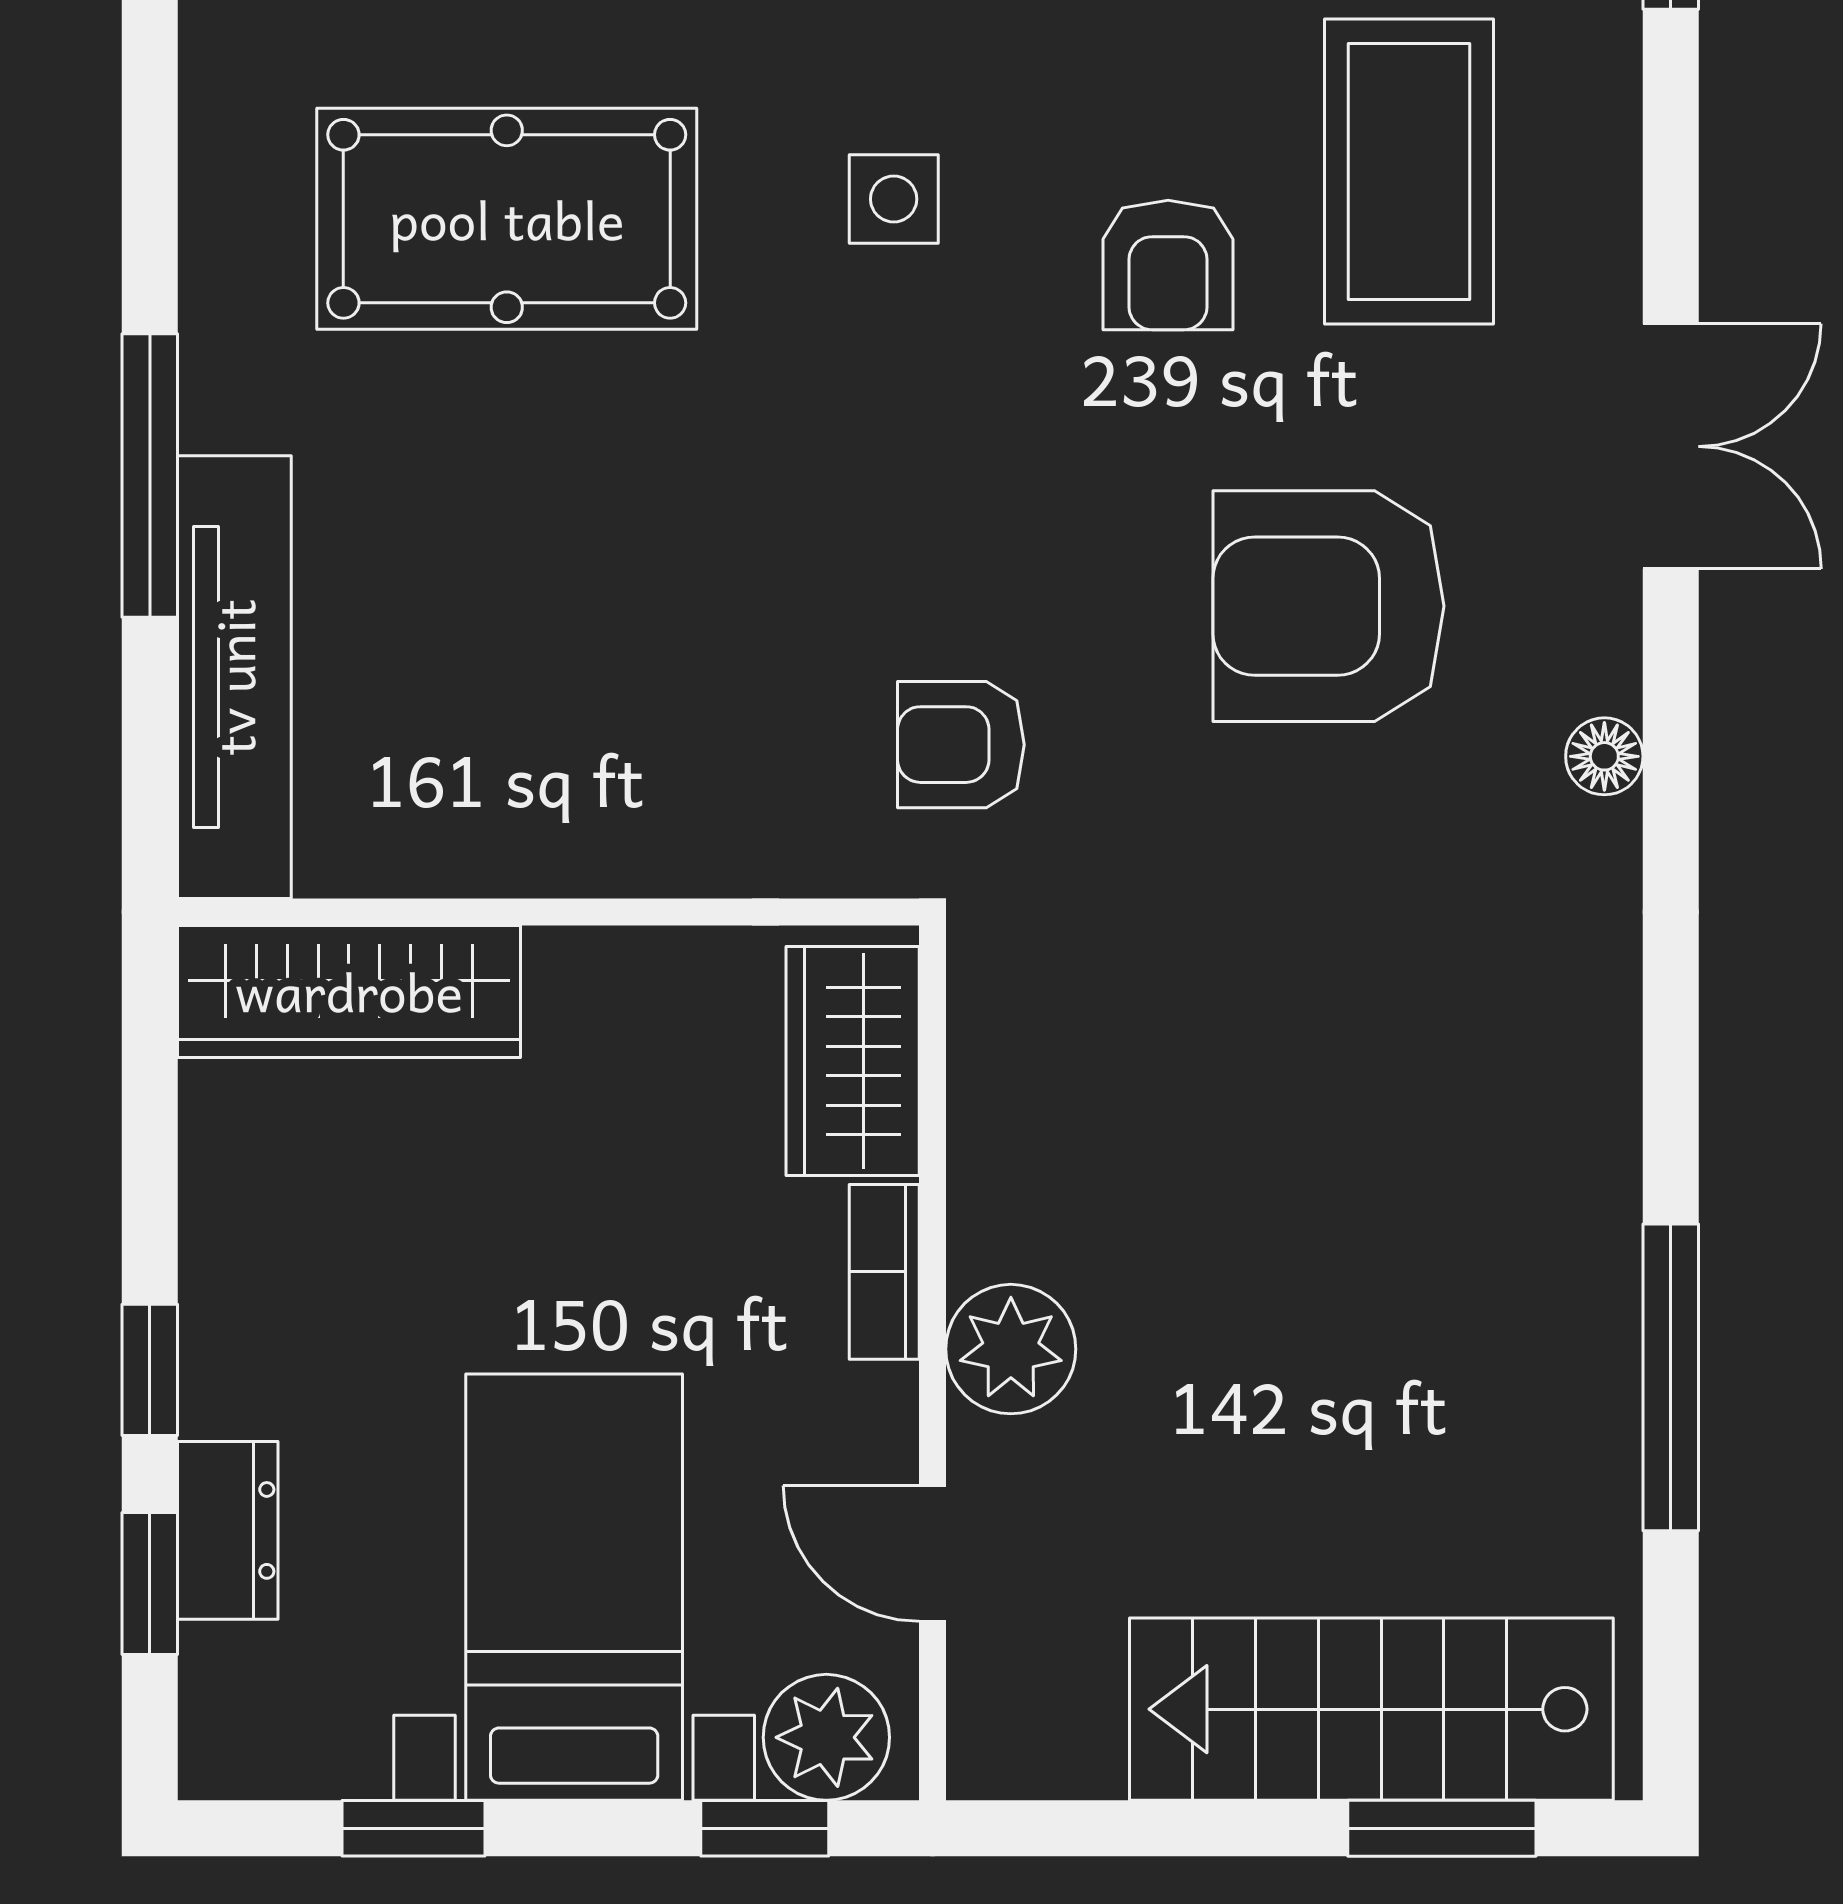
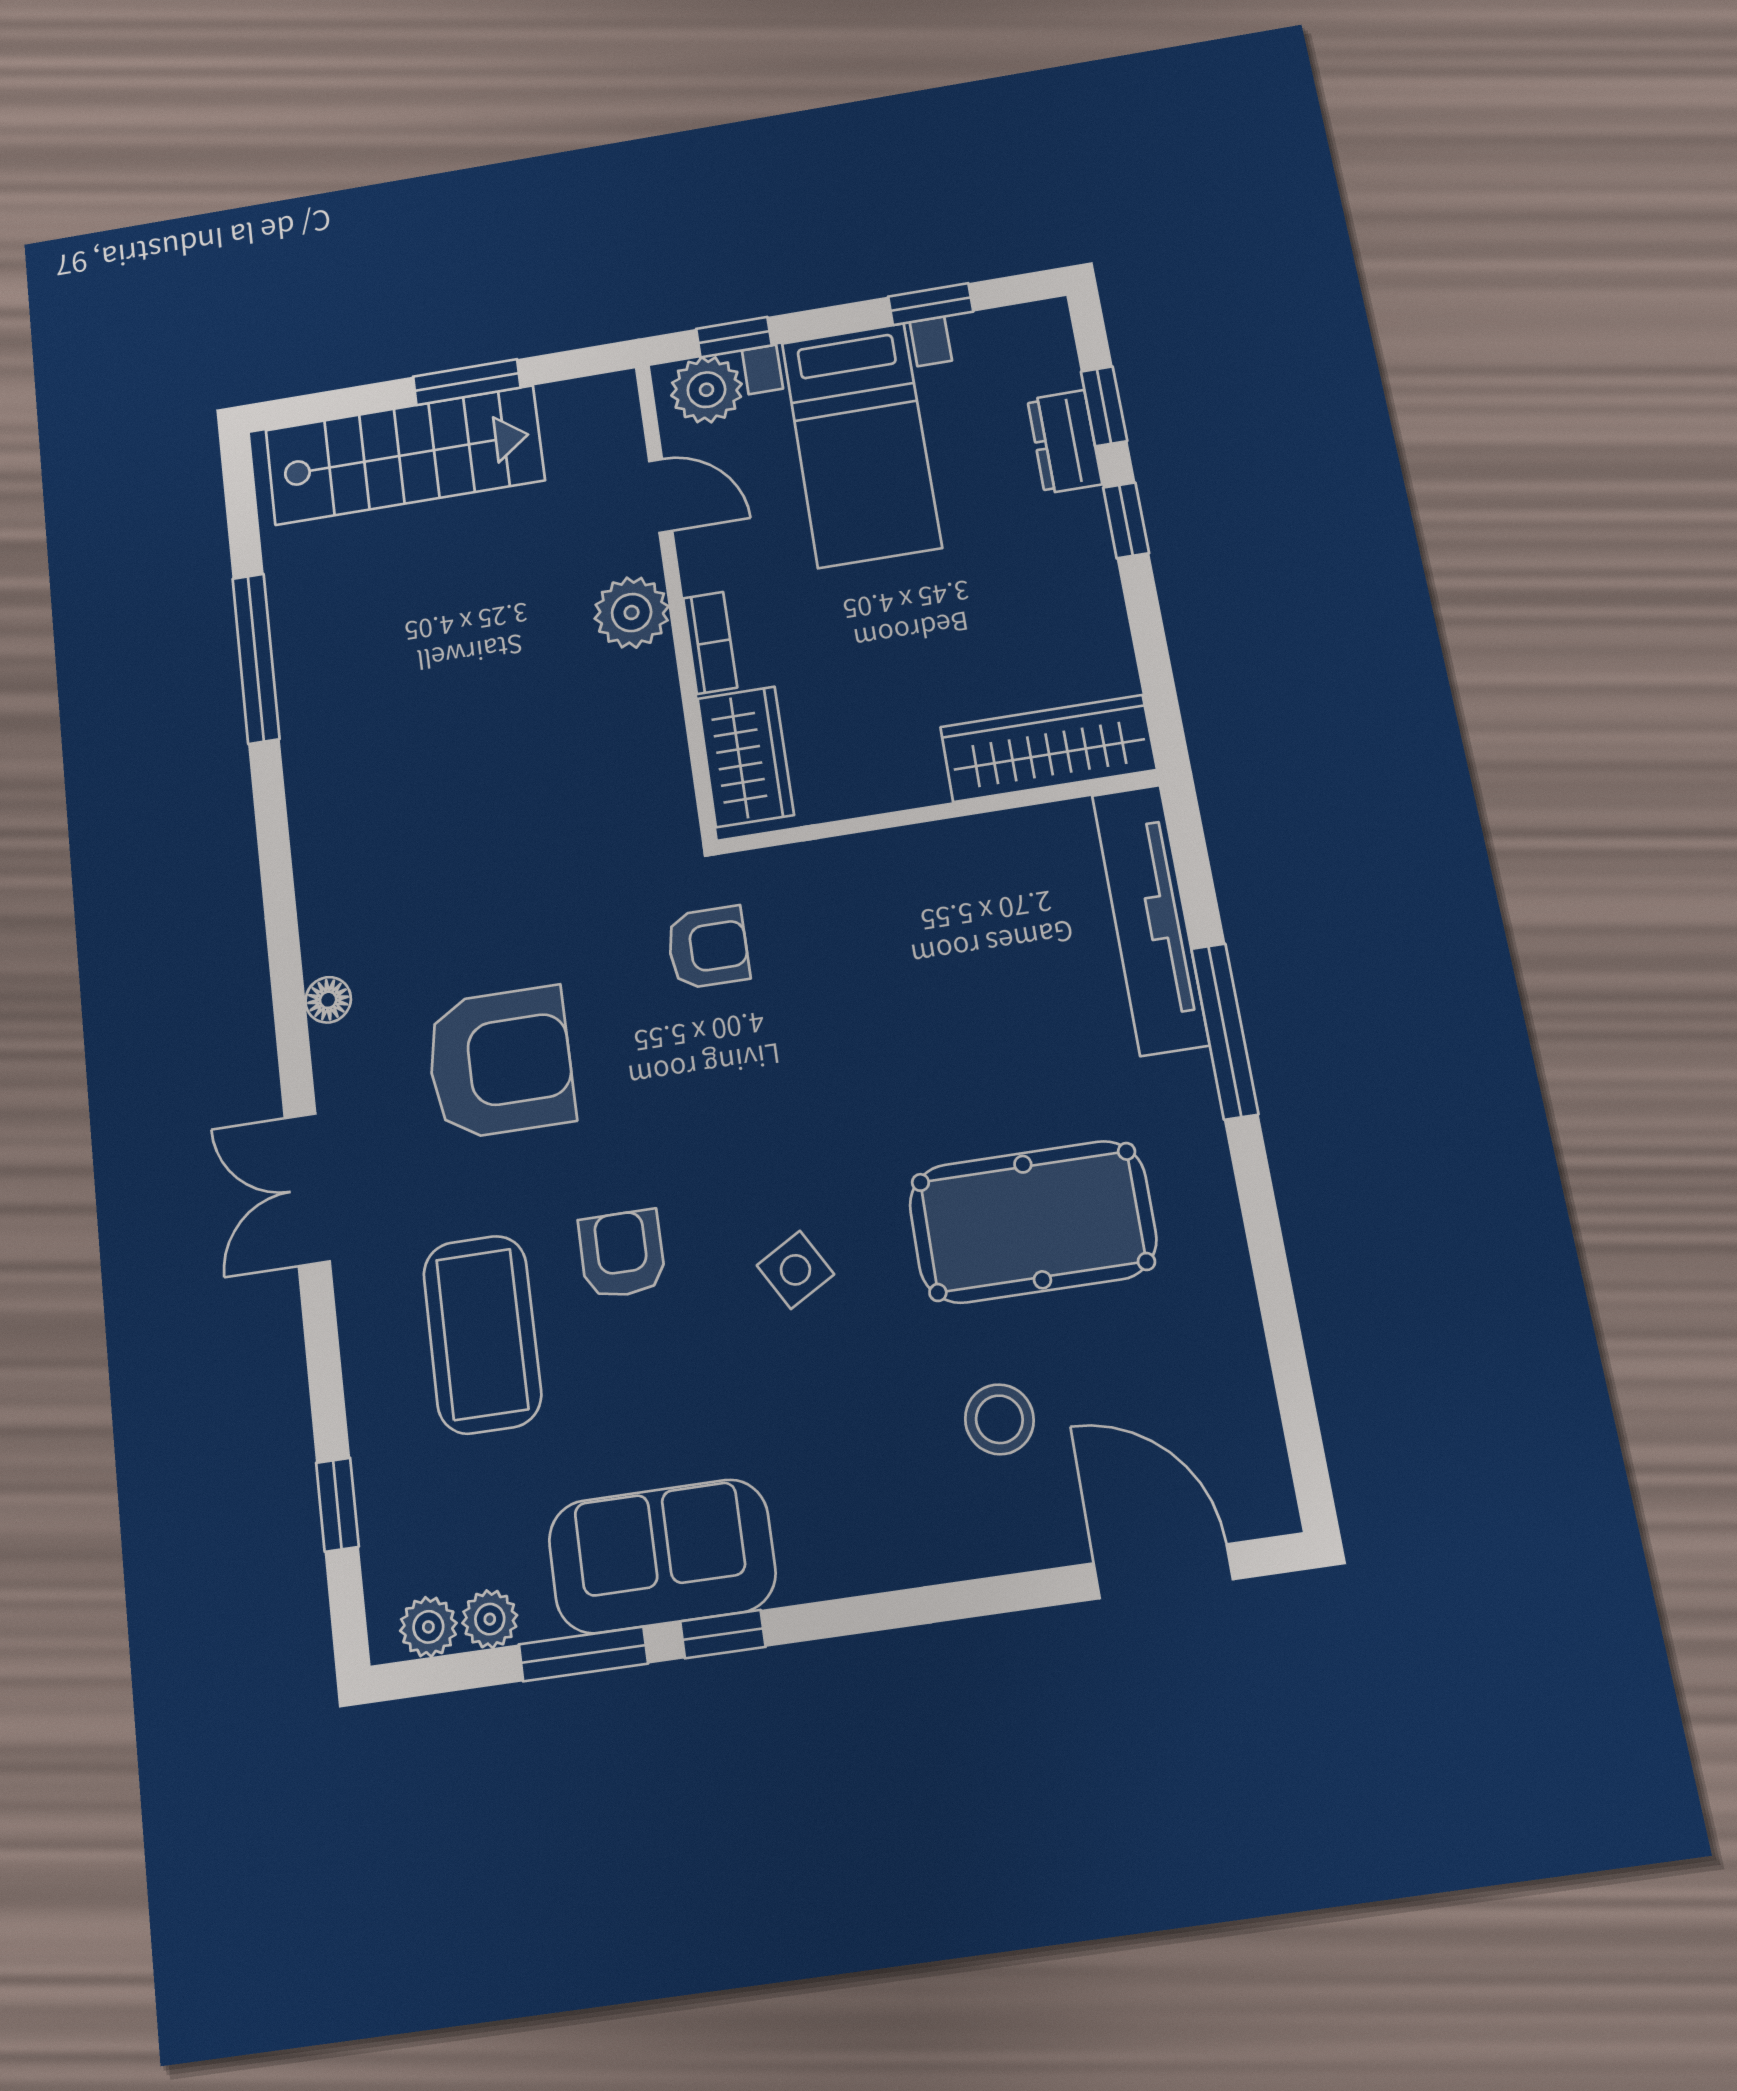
side table: (894, 199) -> (795, 1270), turned -30
window: (1442, 1828) -> (467, 382), moved

